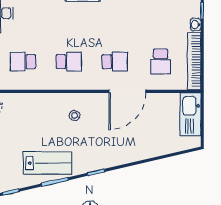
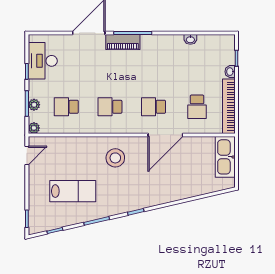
school desk: (69, 62) -> (110, 107), turned 180
school desk: (115, 62) -> (153, 107), turned 180
stool: (74, 115) -> (115, 158), width x1.89, depth x1.89
lab bench: (48, 163) -> (73, 191), moved

